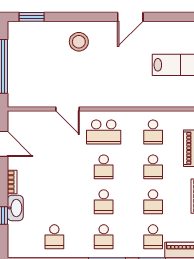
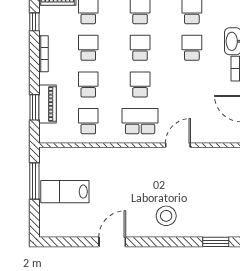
door: (68, 109) -> (178, 145), hinge flipped
school desk: (54, 202) -> (192, 48), added

